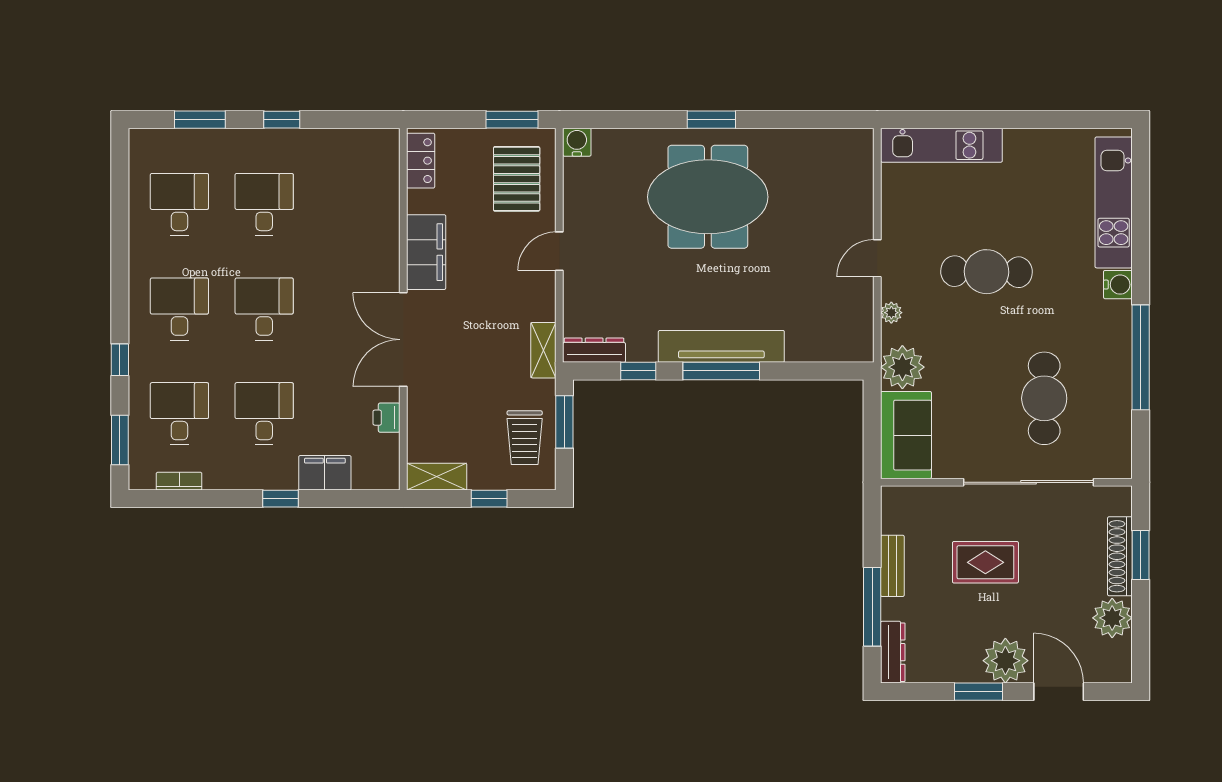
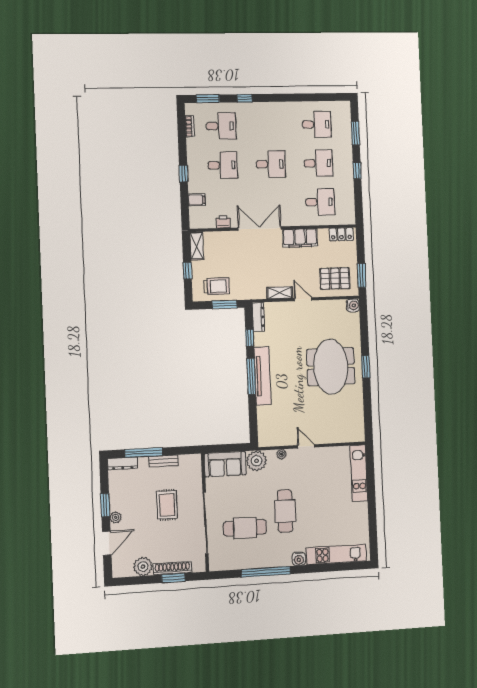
cafe table: (987, 272) -> (285, 511), moved
desk: (179, 309) -> (320, 202), moved
shelving: (543, 350) -> (280, 293), moved
trolley: (525, 438) -> (217, 286), turned 180
filing cabinet: (325, 473) -> (197, 200), width x0.50
plant: (1005, 661) -> (116, 517), width x0.53, depth x0.53

